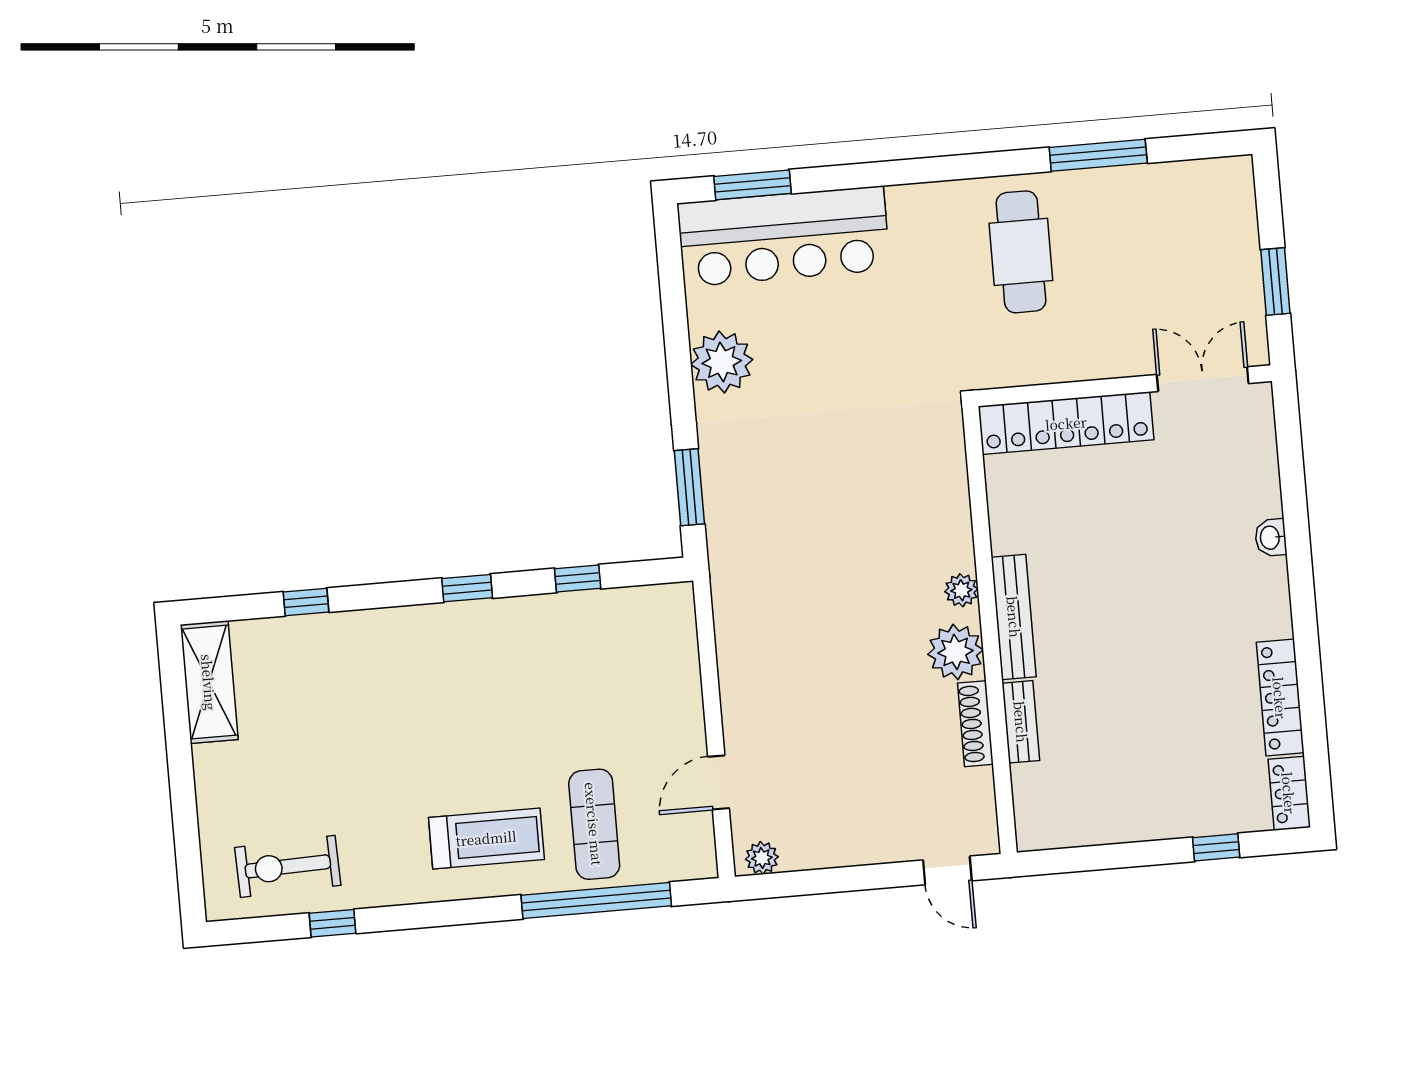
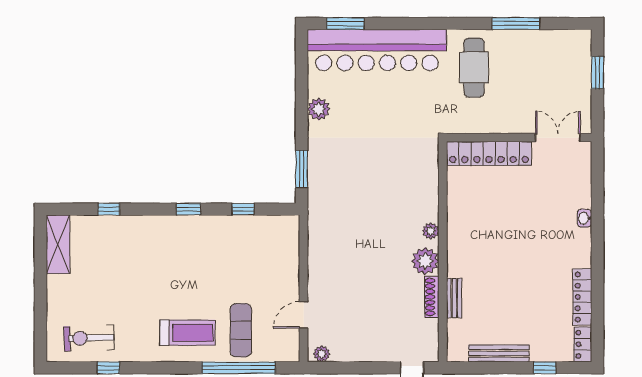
bar counter: (784, 236) -> (377, 50), width x1.36
window: (1275, 281) -> (598, 73), moved
plant: (722, 362) -> (319, 109), width x0.73, depth x0.73
bench: (1014, 617) -> (499, 353), moved, turned 90

